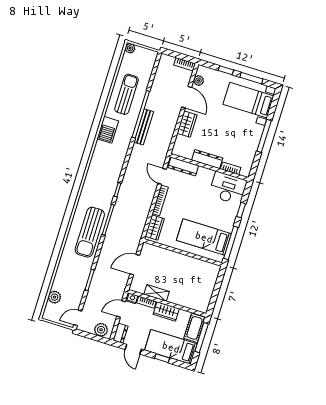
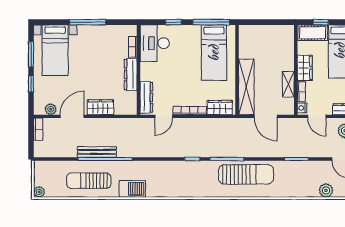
bench: (144, 127) -> (97, 152), moved
shelving: (166, 256) -> (246, 87), added
window: (202, 338) -> (321, 22), width x0.46

